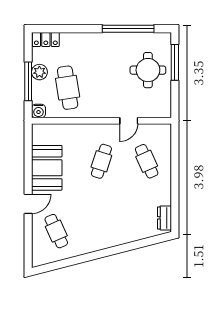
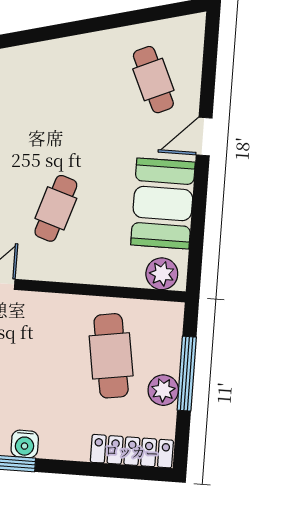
locker: (46, 40) -> (132, 451), width x1.53
water cooler: (38, 111) -> (25, 444), moved, turned 180
plant: (45, 132) -> (162, 274), added

